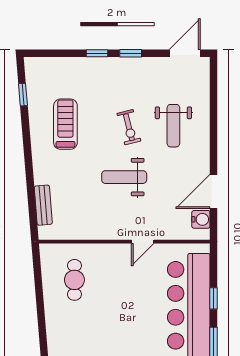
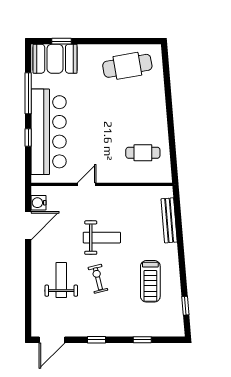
window: (97, 53) -> (142, 340), moved
bench: (43, 205) -> (169, 220), width x1.36
cafe table: (74, 280) -> (143, 153), turned 90

